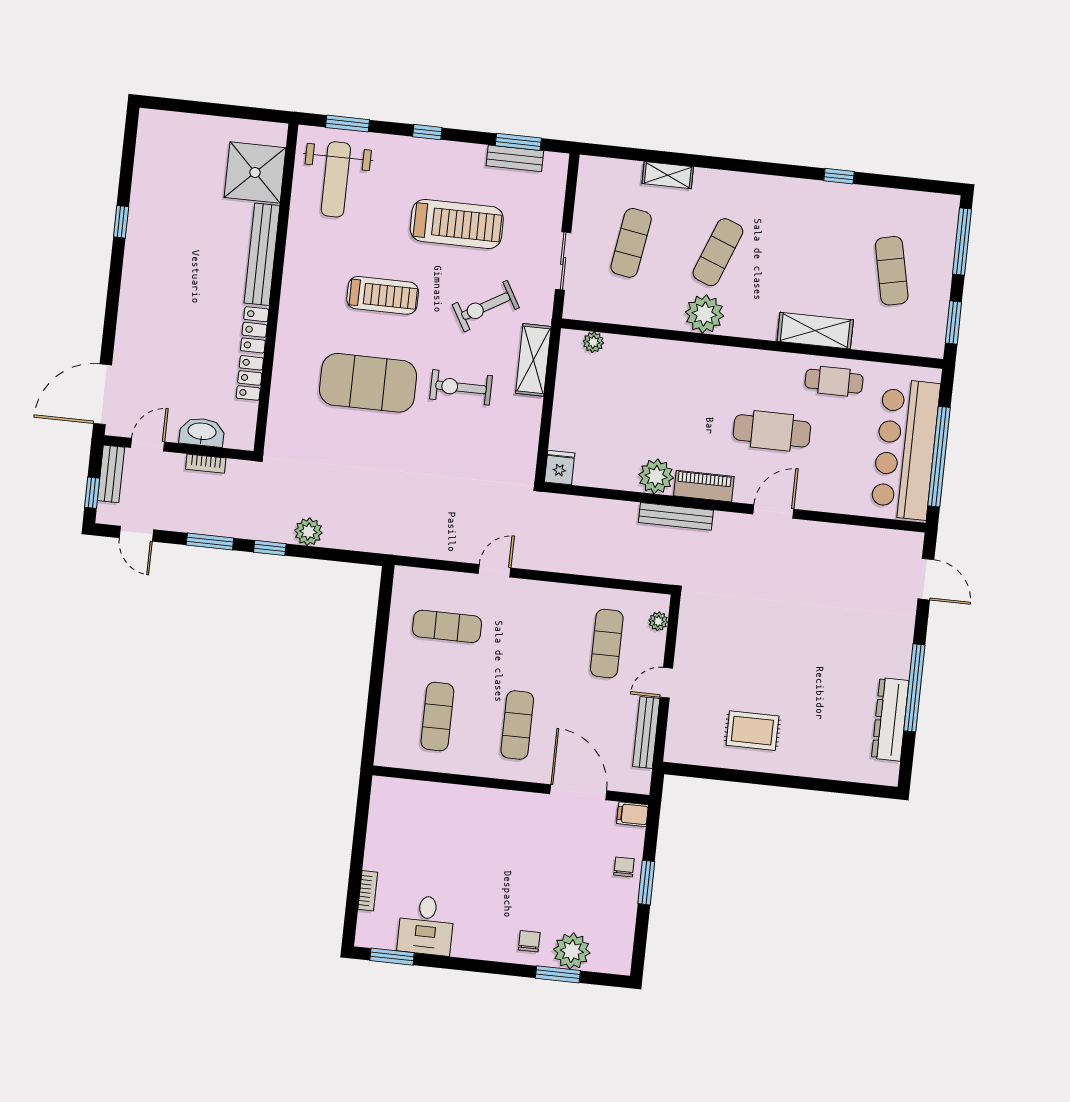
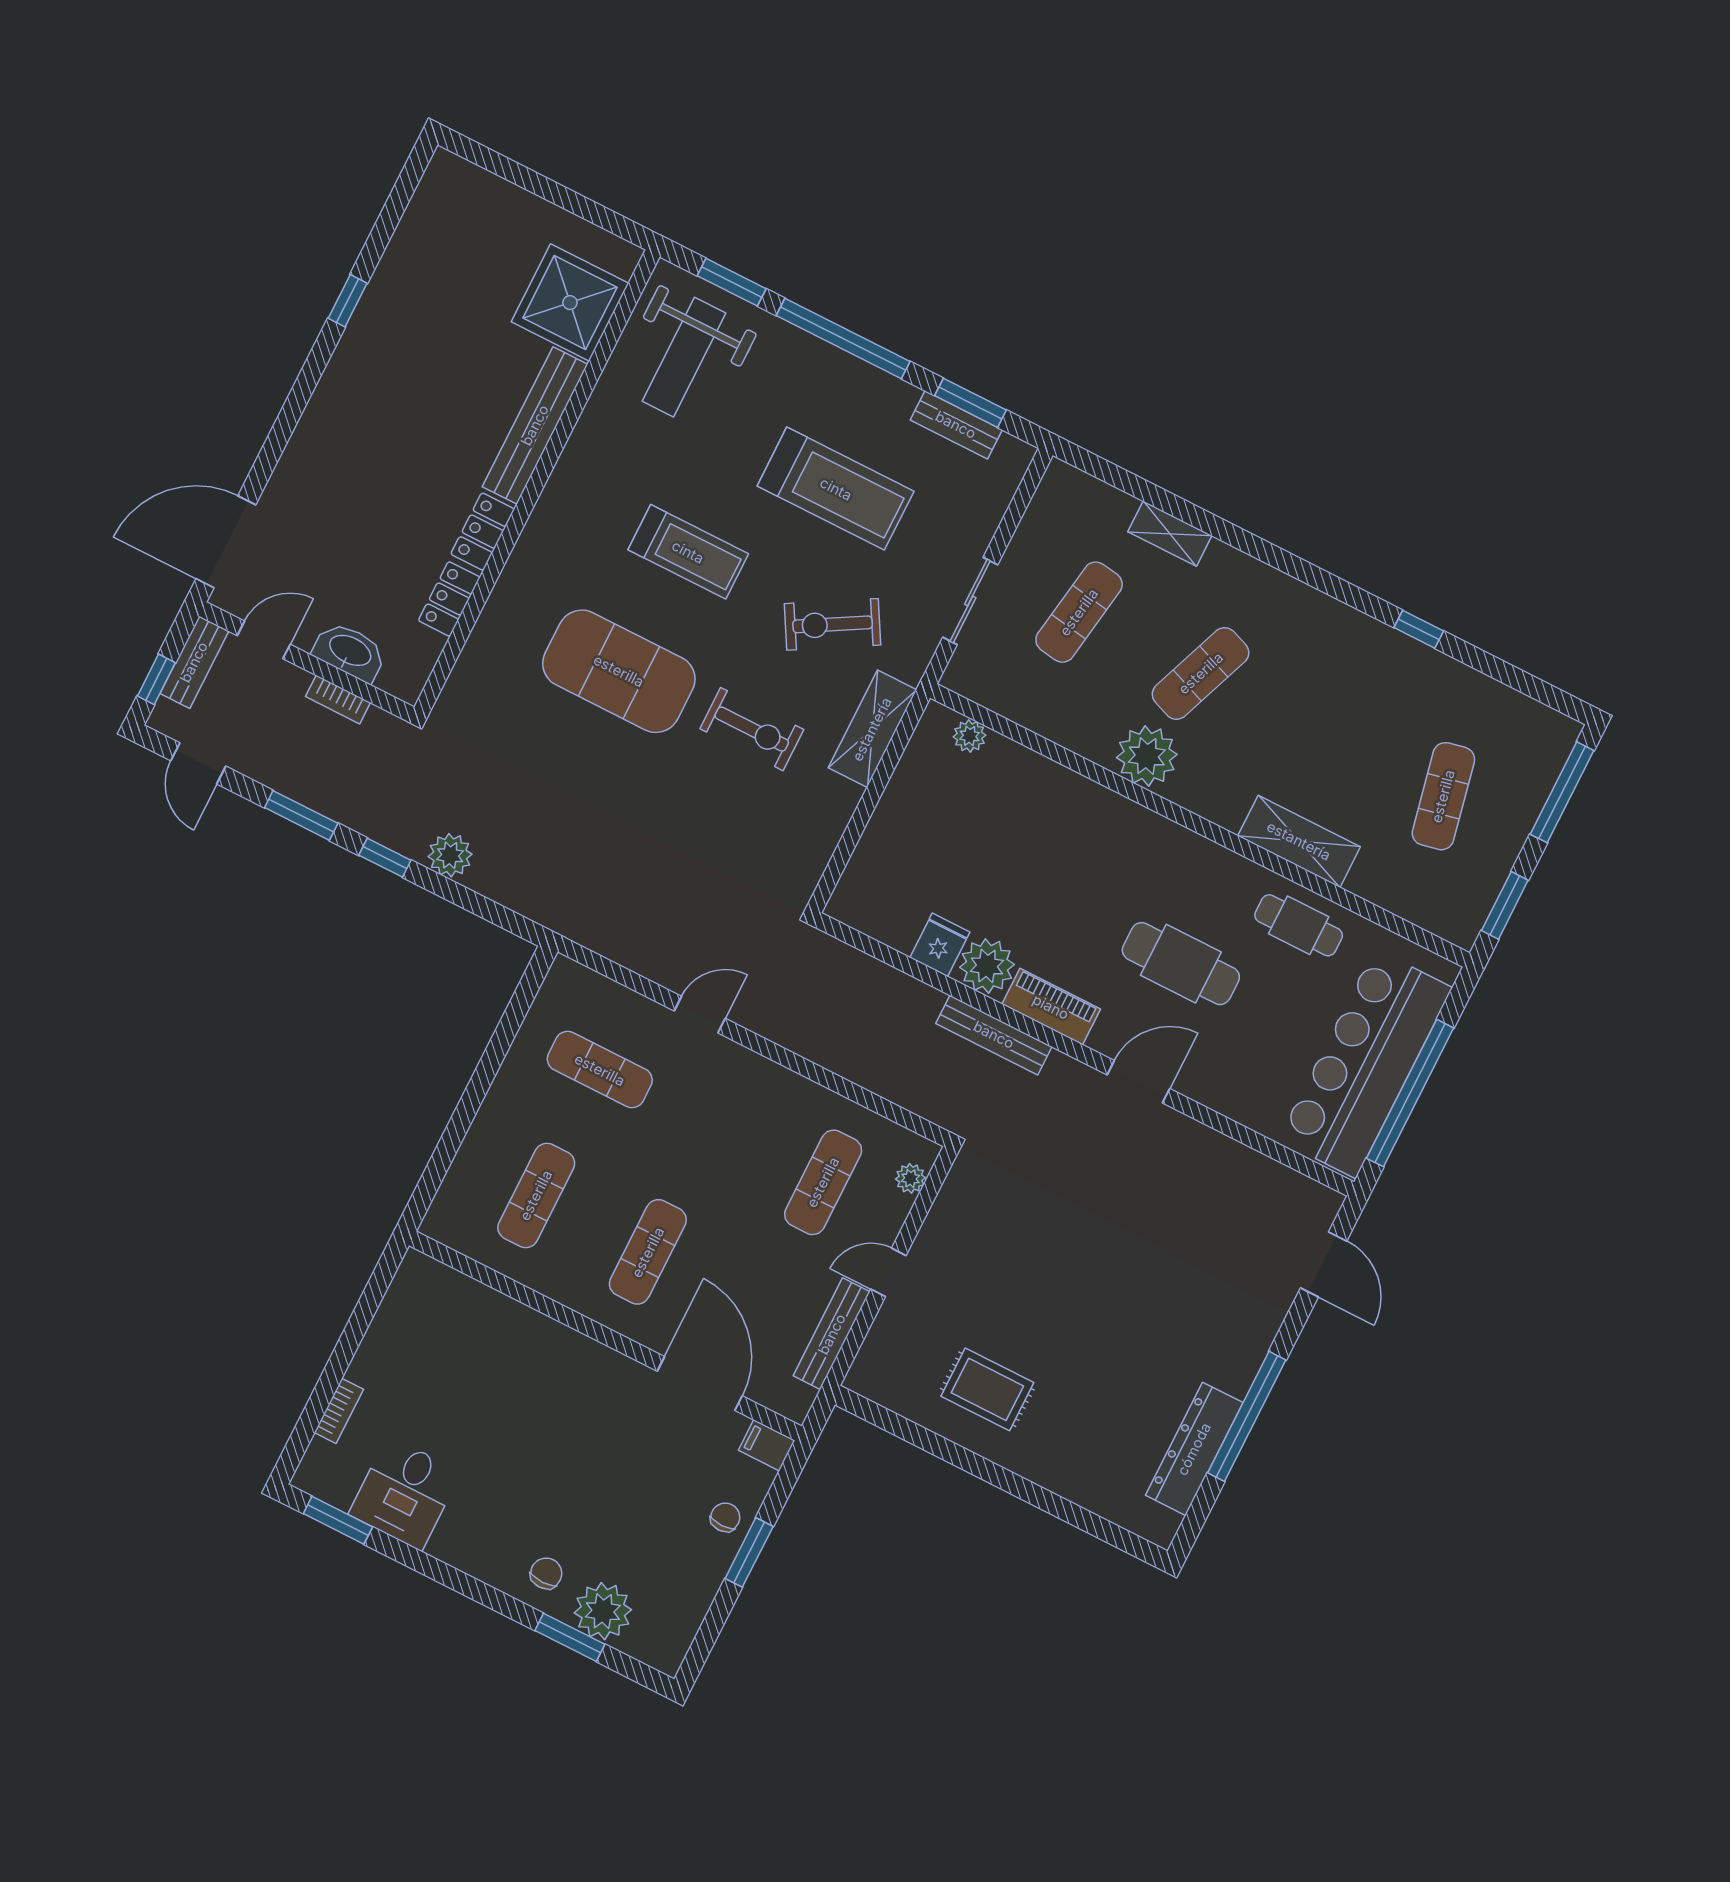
window: (427, 132) -> (843, 339), width x3.17
exercise bike: (461, 387) -> (752, 729), turned 180
fridge: (560, 468) -> (940, 945), moved

